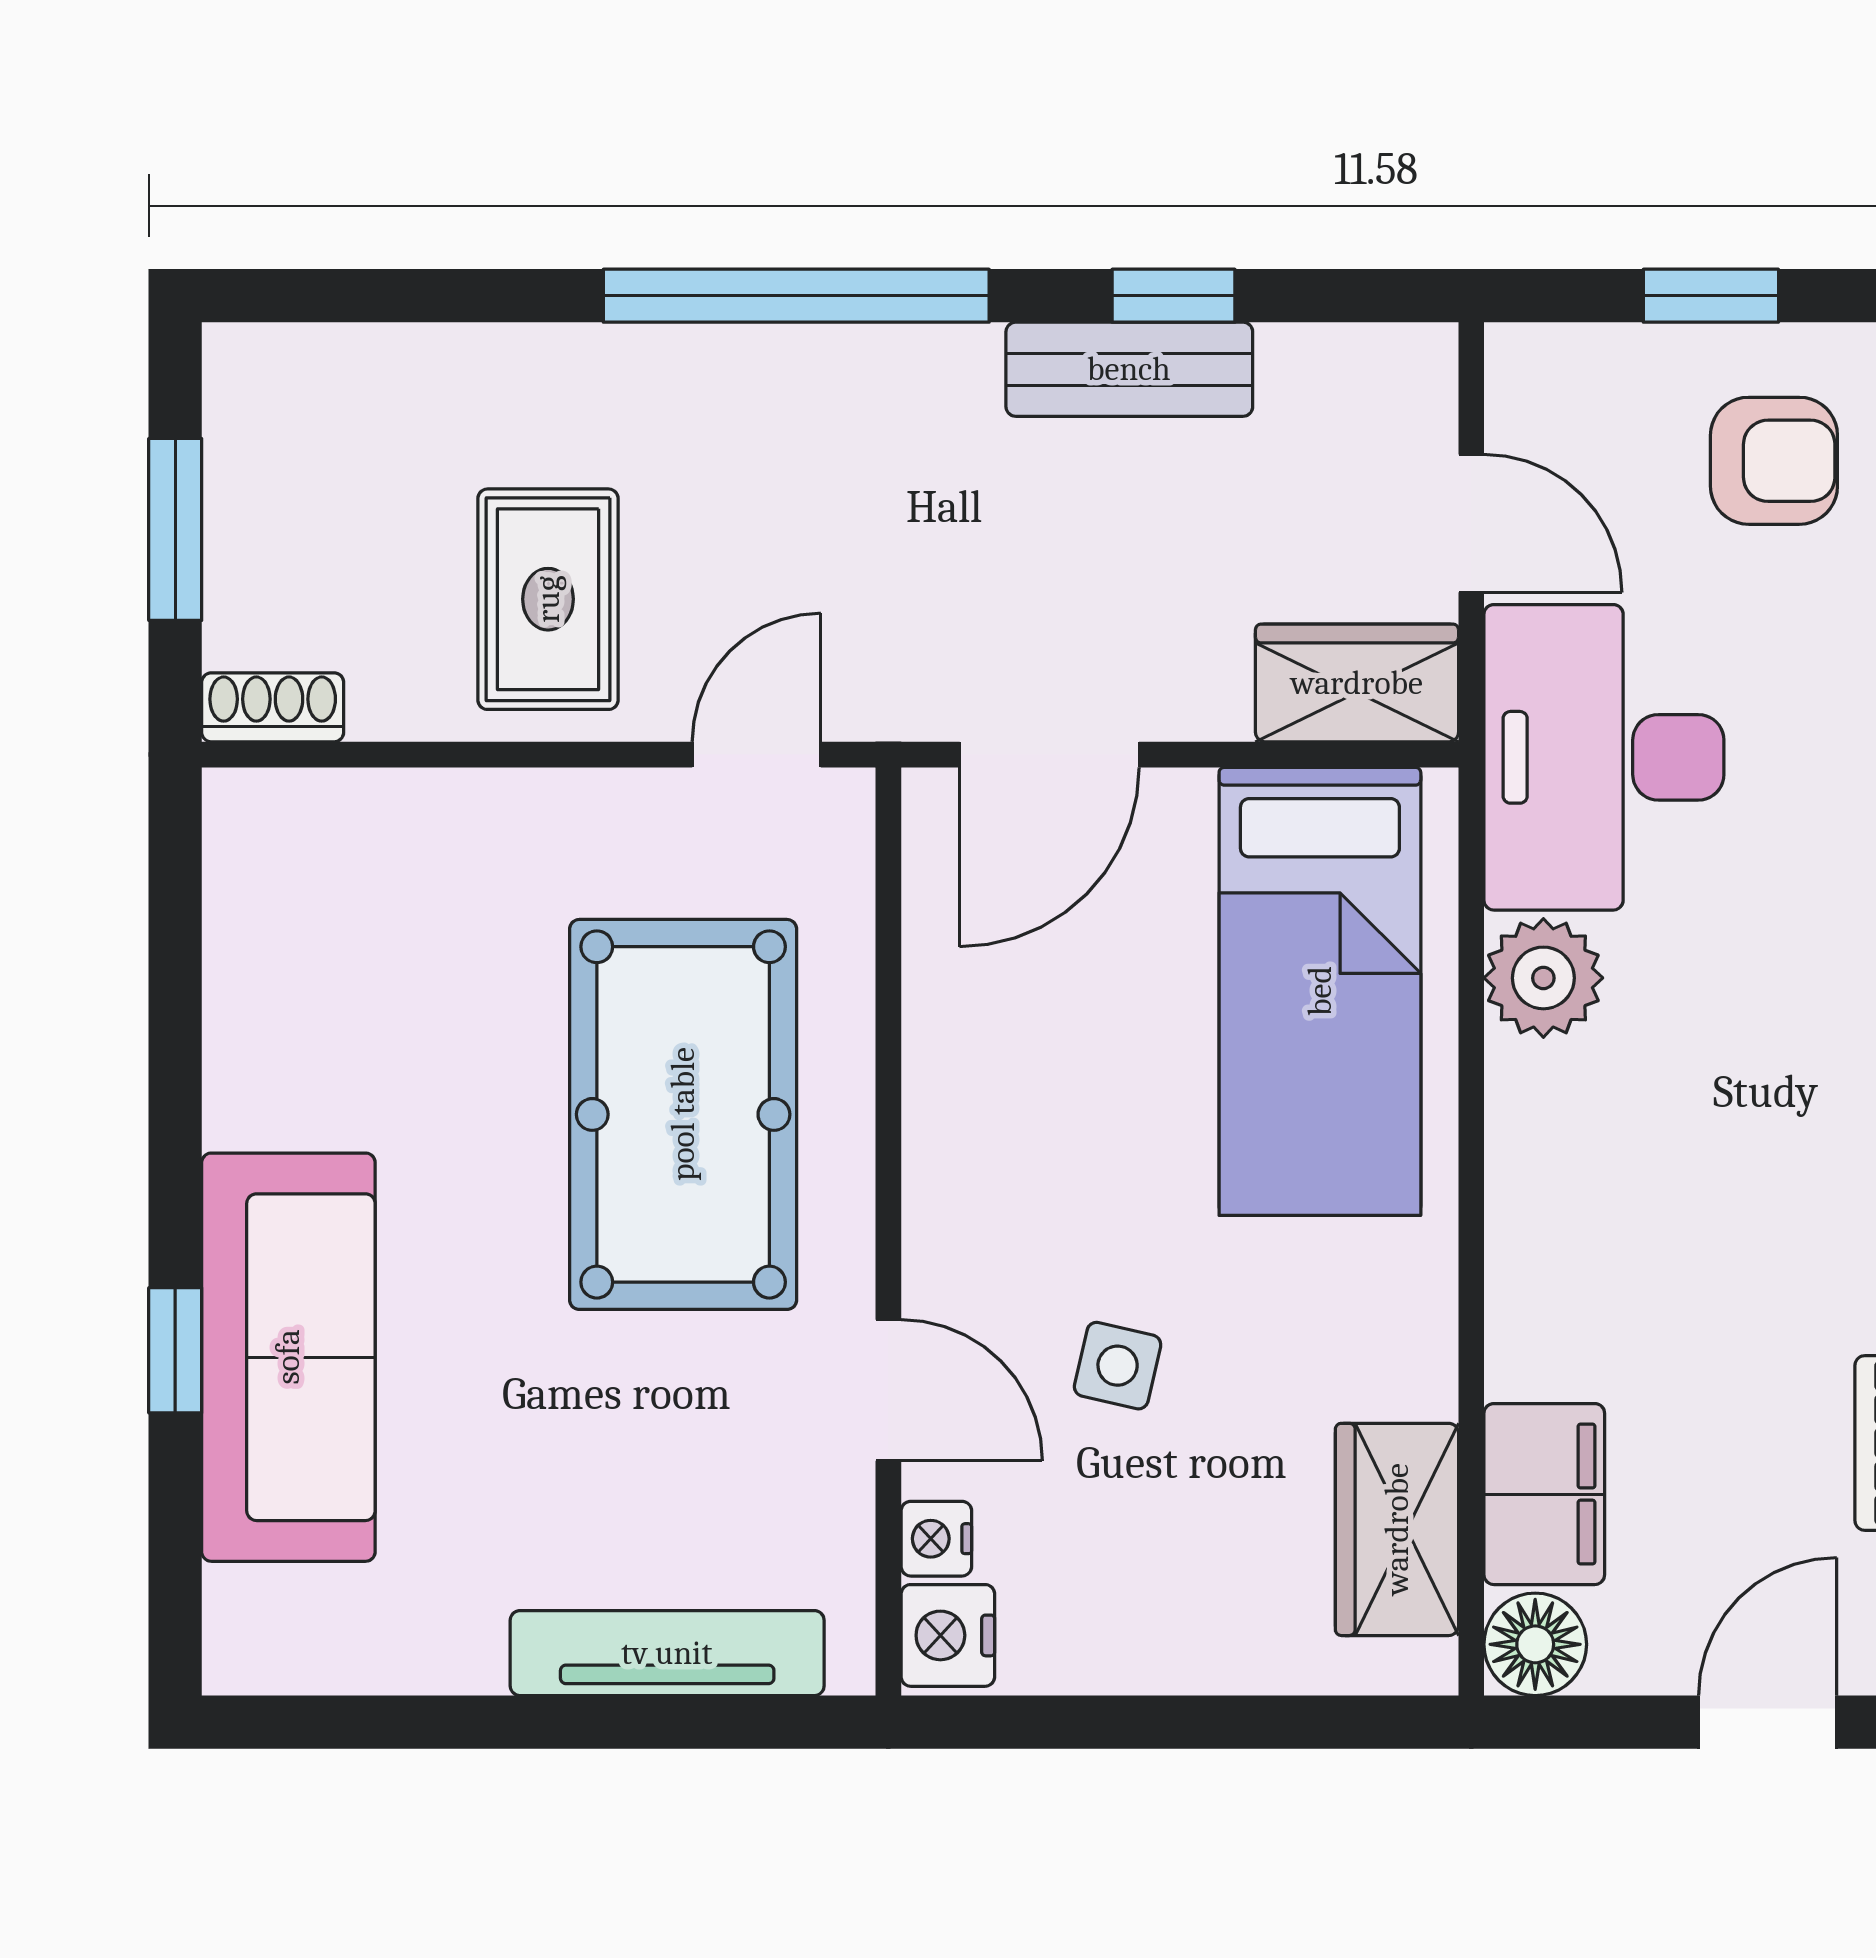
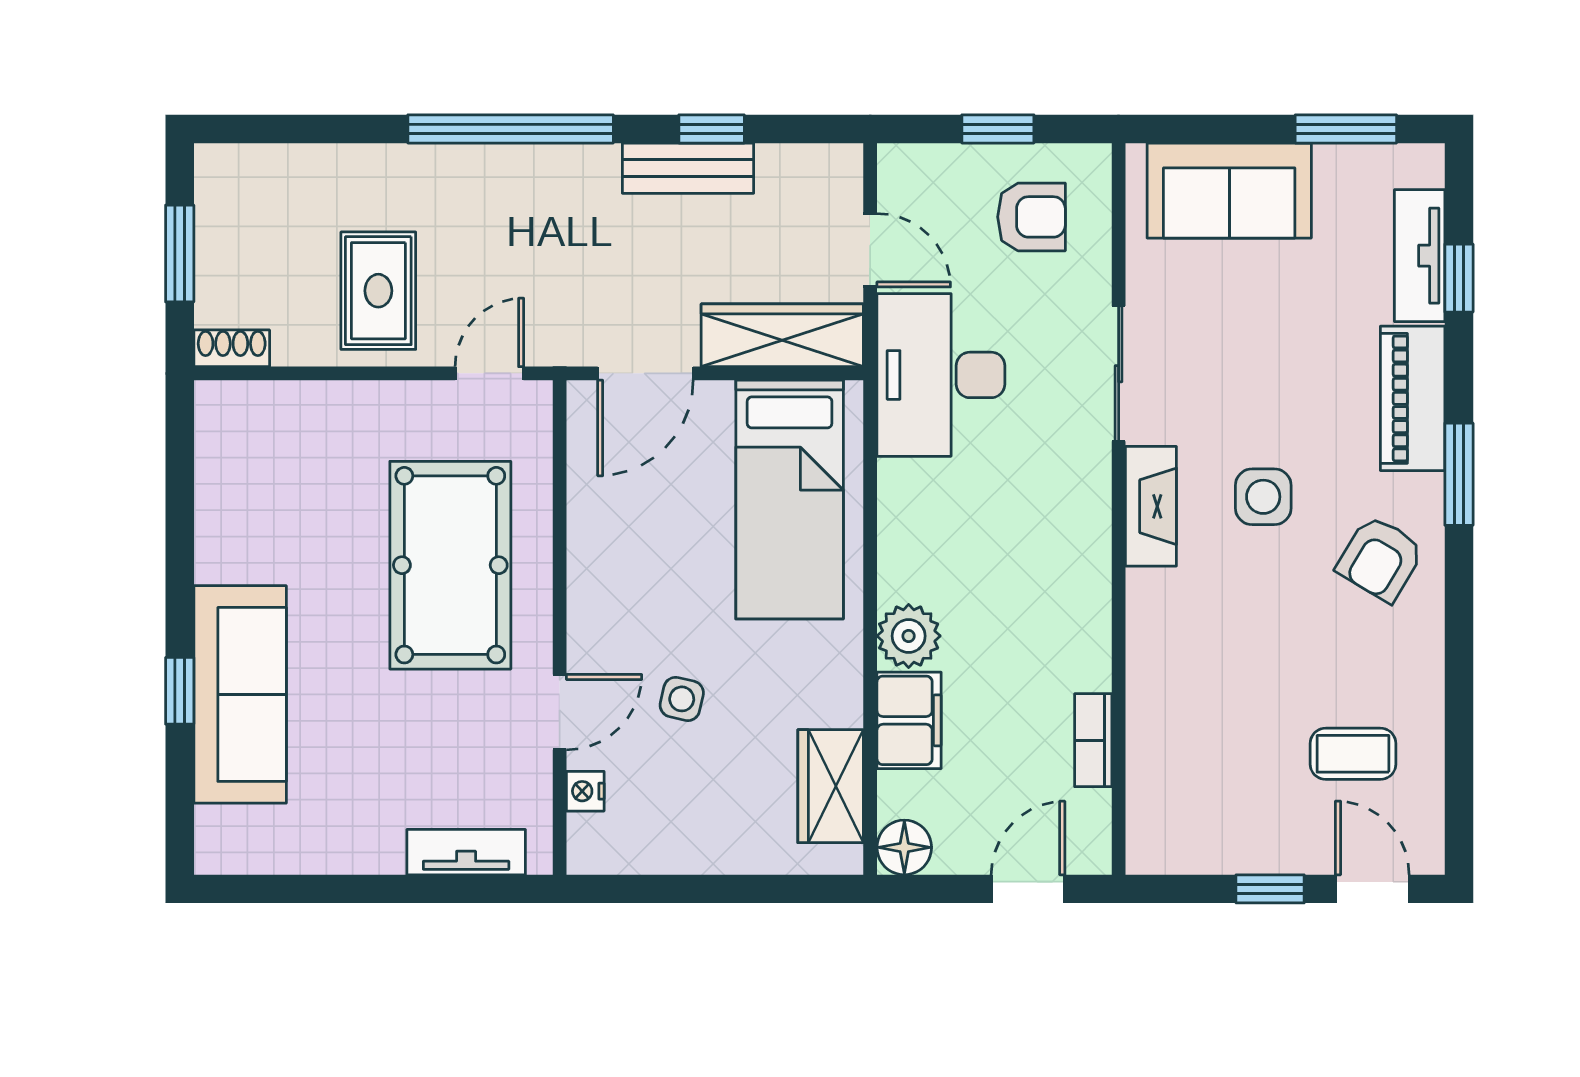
wardrobe: (1357, 683) -> (782, 335), width x1.50
plant: (1543, 978) -> (909, 636), moved
door: (888, 1390) -> (560, 712), hinge flipped
filing cabinet: (1544, 1494) -> (909, 720), moved
nightstand: (948, 1635) -> (591, 843), removed
tv unit: (667, 1653) -> (466, 852), width x0.71

